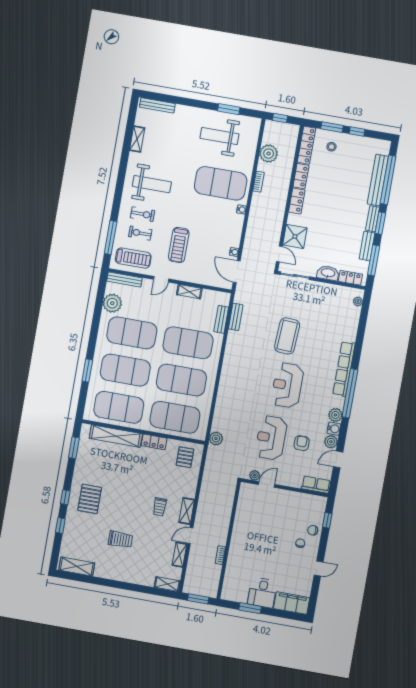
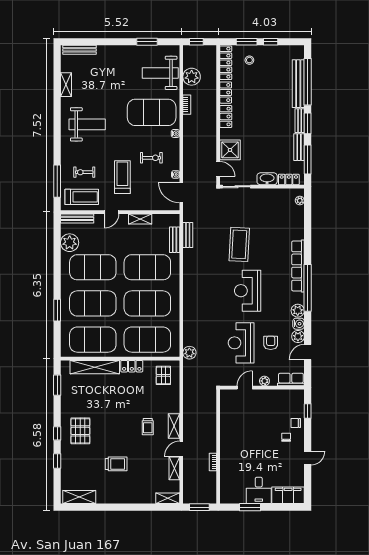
weight bench: (219, 136) -> (160, 73), moved
exercise bike: (143, 214) -> (151, 158), moved
treadmill: (179, 245) -> (122, 177), turned 180
plant: (255, 475) -> (264, 381), moved

